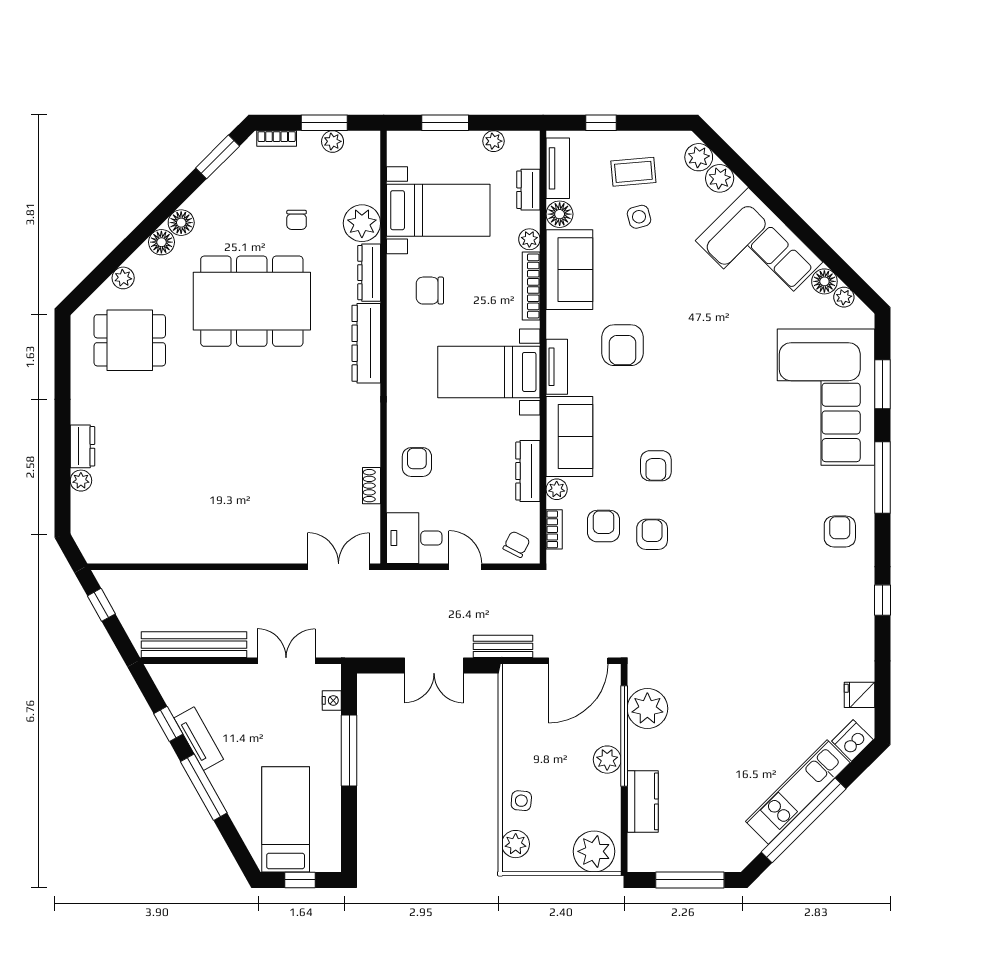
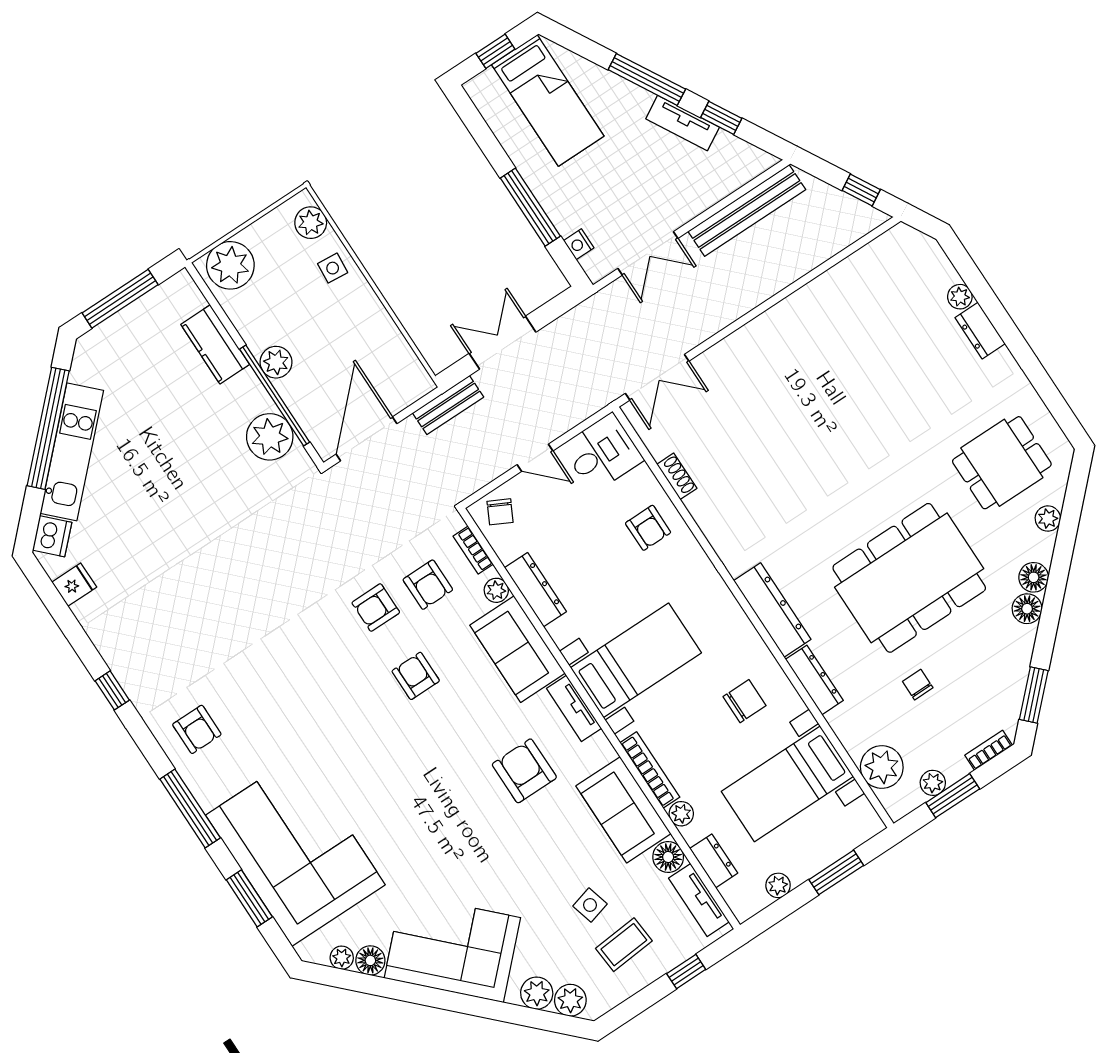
plant: (362, 223) -> (882, 767), moved
armchair: (652, 534) -> (376, 608), turned 90

